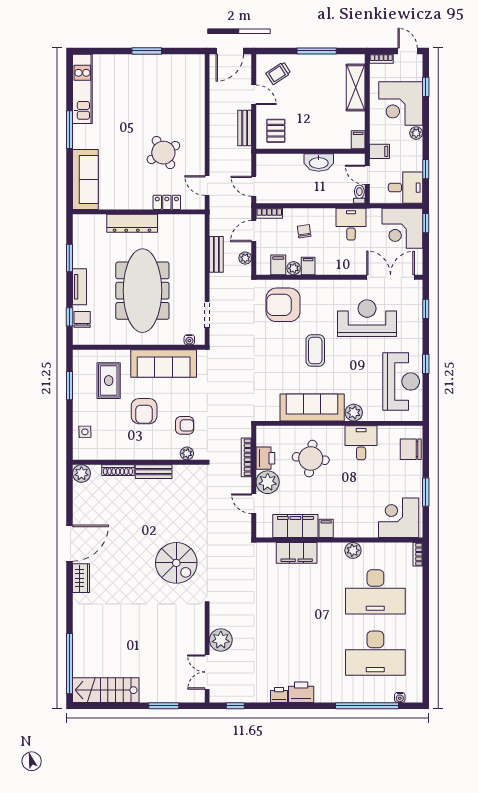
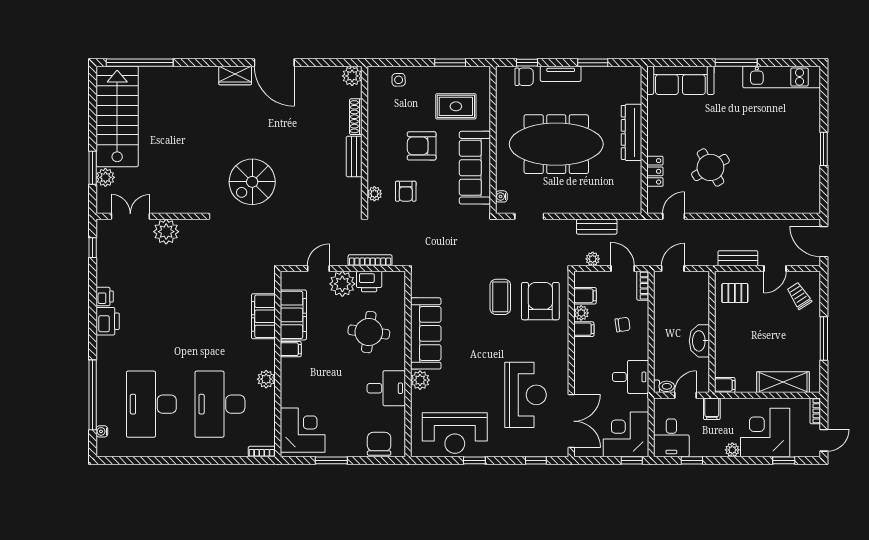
coffee table: (315, 351) -> (500, 297), moved, turned 90
stairs: (106, 690) -> (117, 116), width x1.36, depth x1.51
plant: (172, 694) -> (105, 177), added

